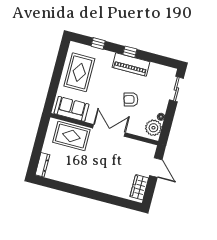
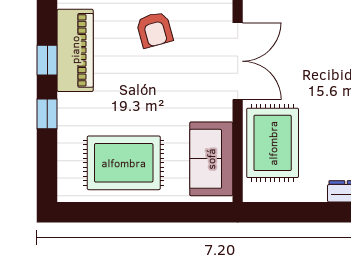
window: (98, 43) -> (47, 114), moved
double door: (109, 130) -> (238, 61), swing flipped

